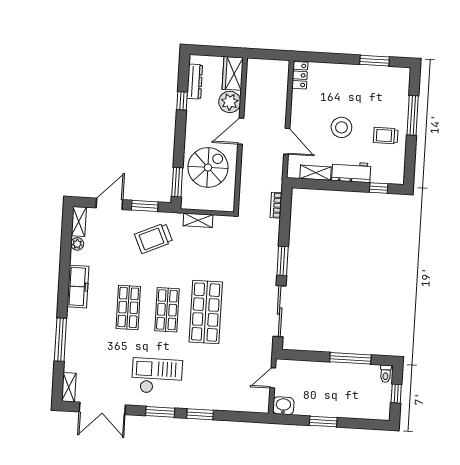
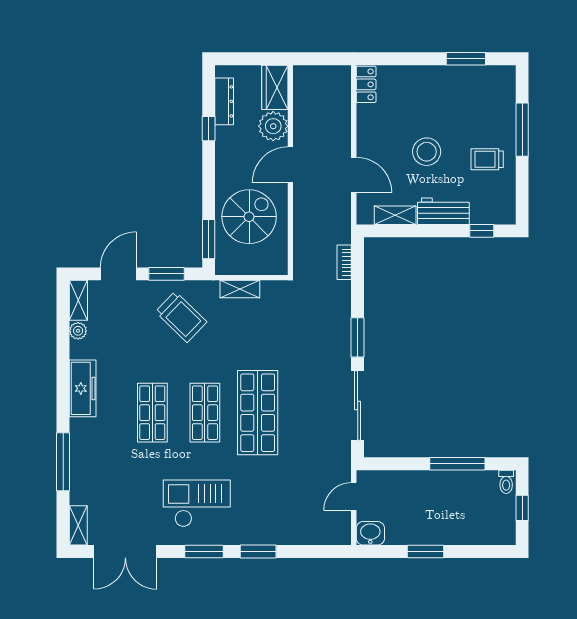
trolley: (154, 238) -> (181, 317), turned -112

